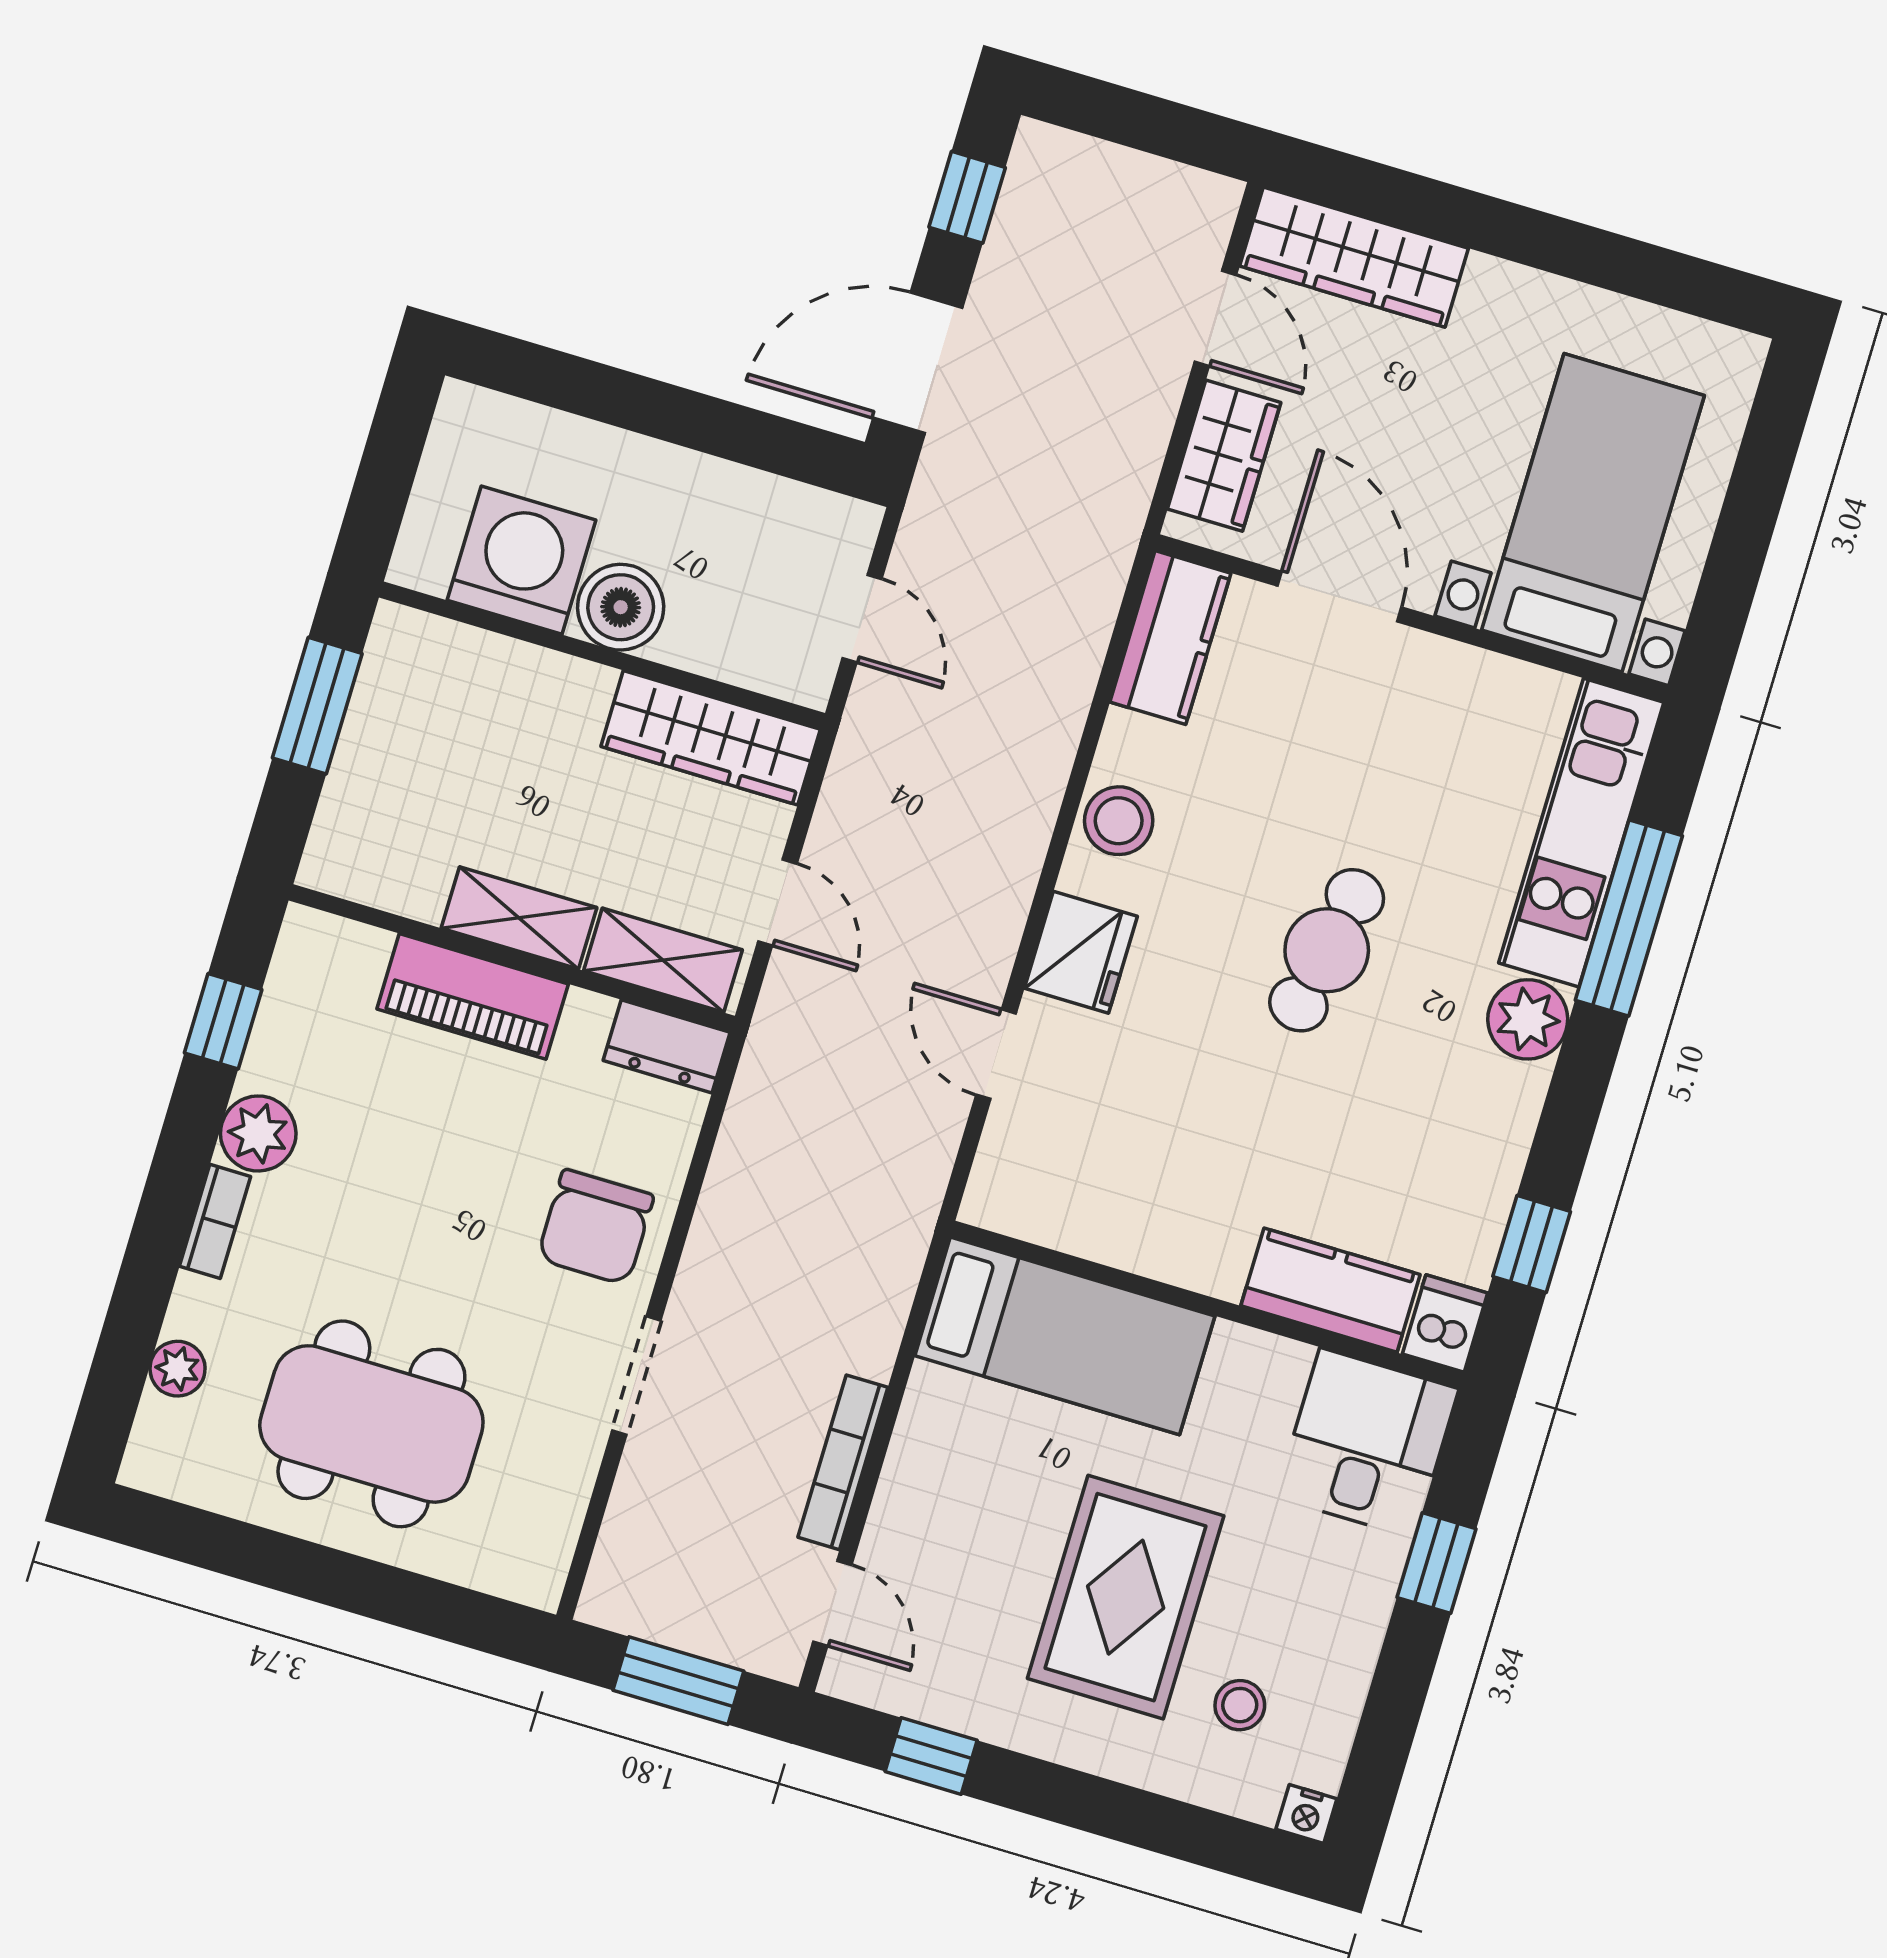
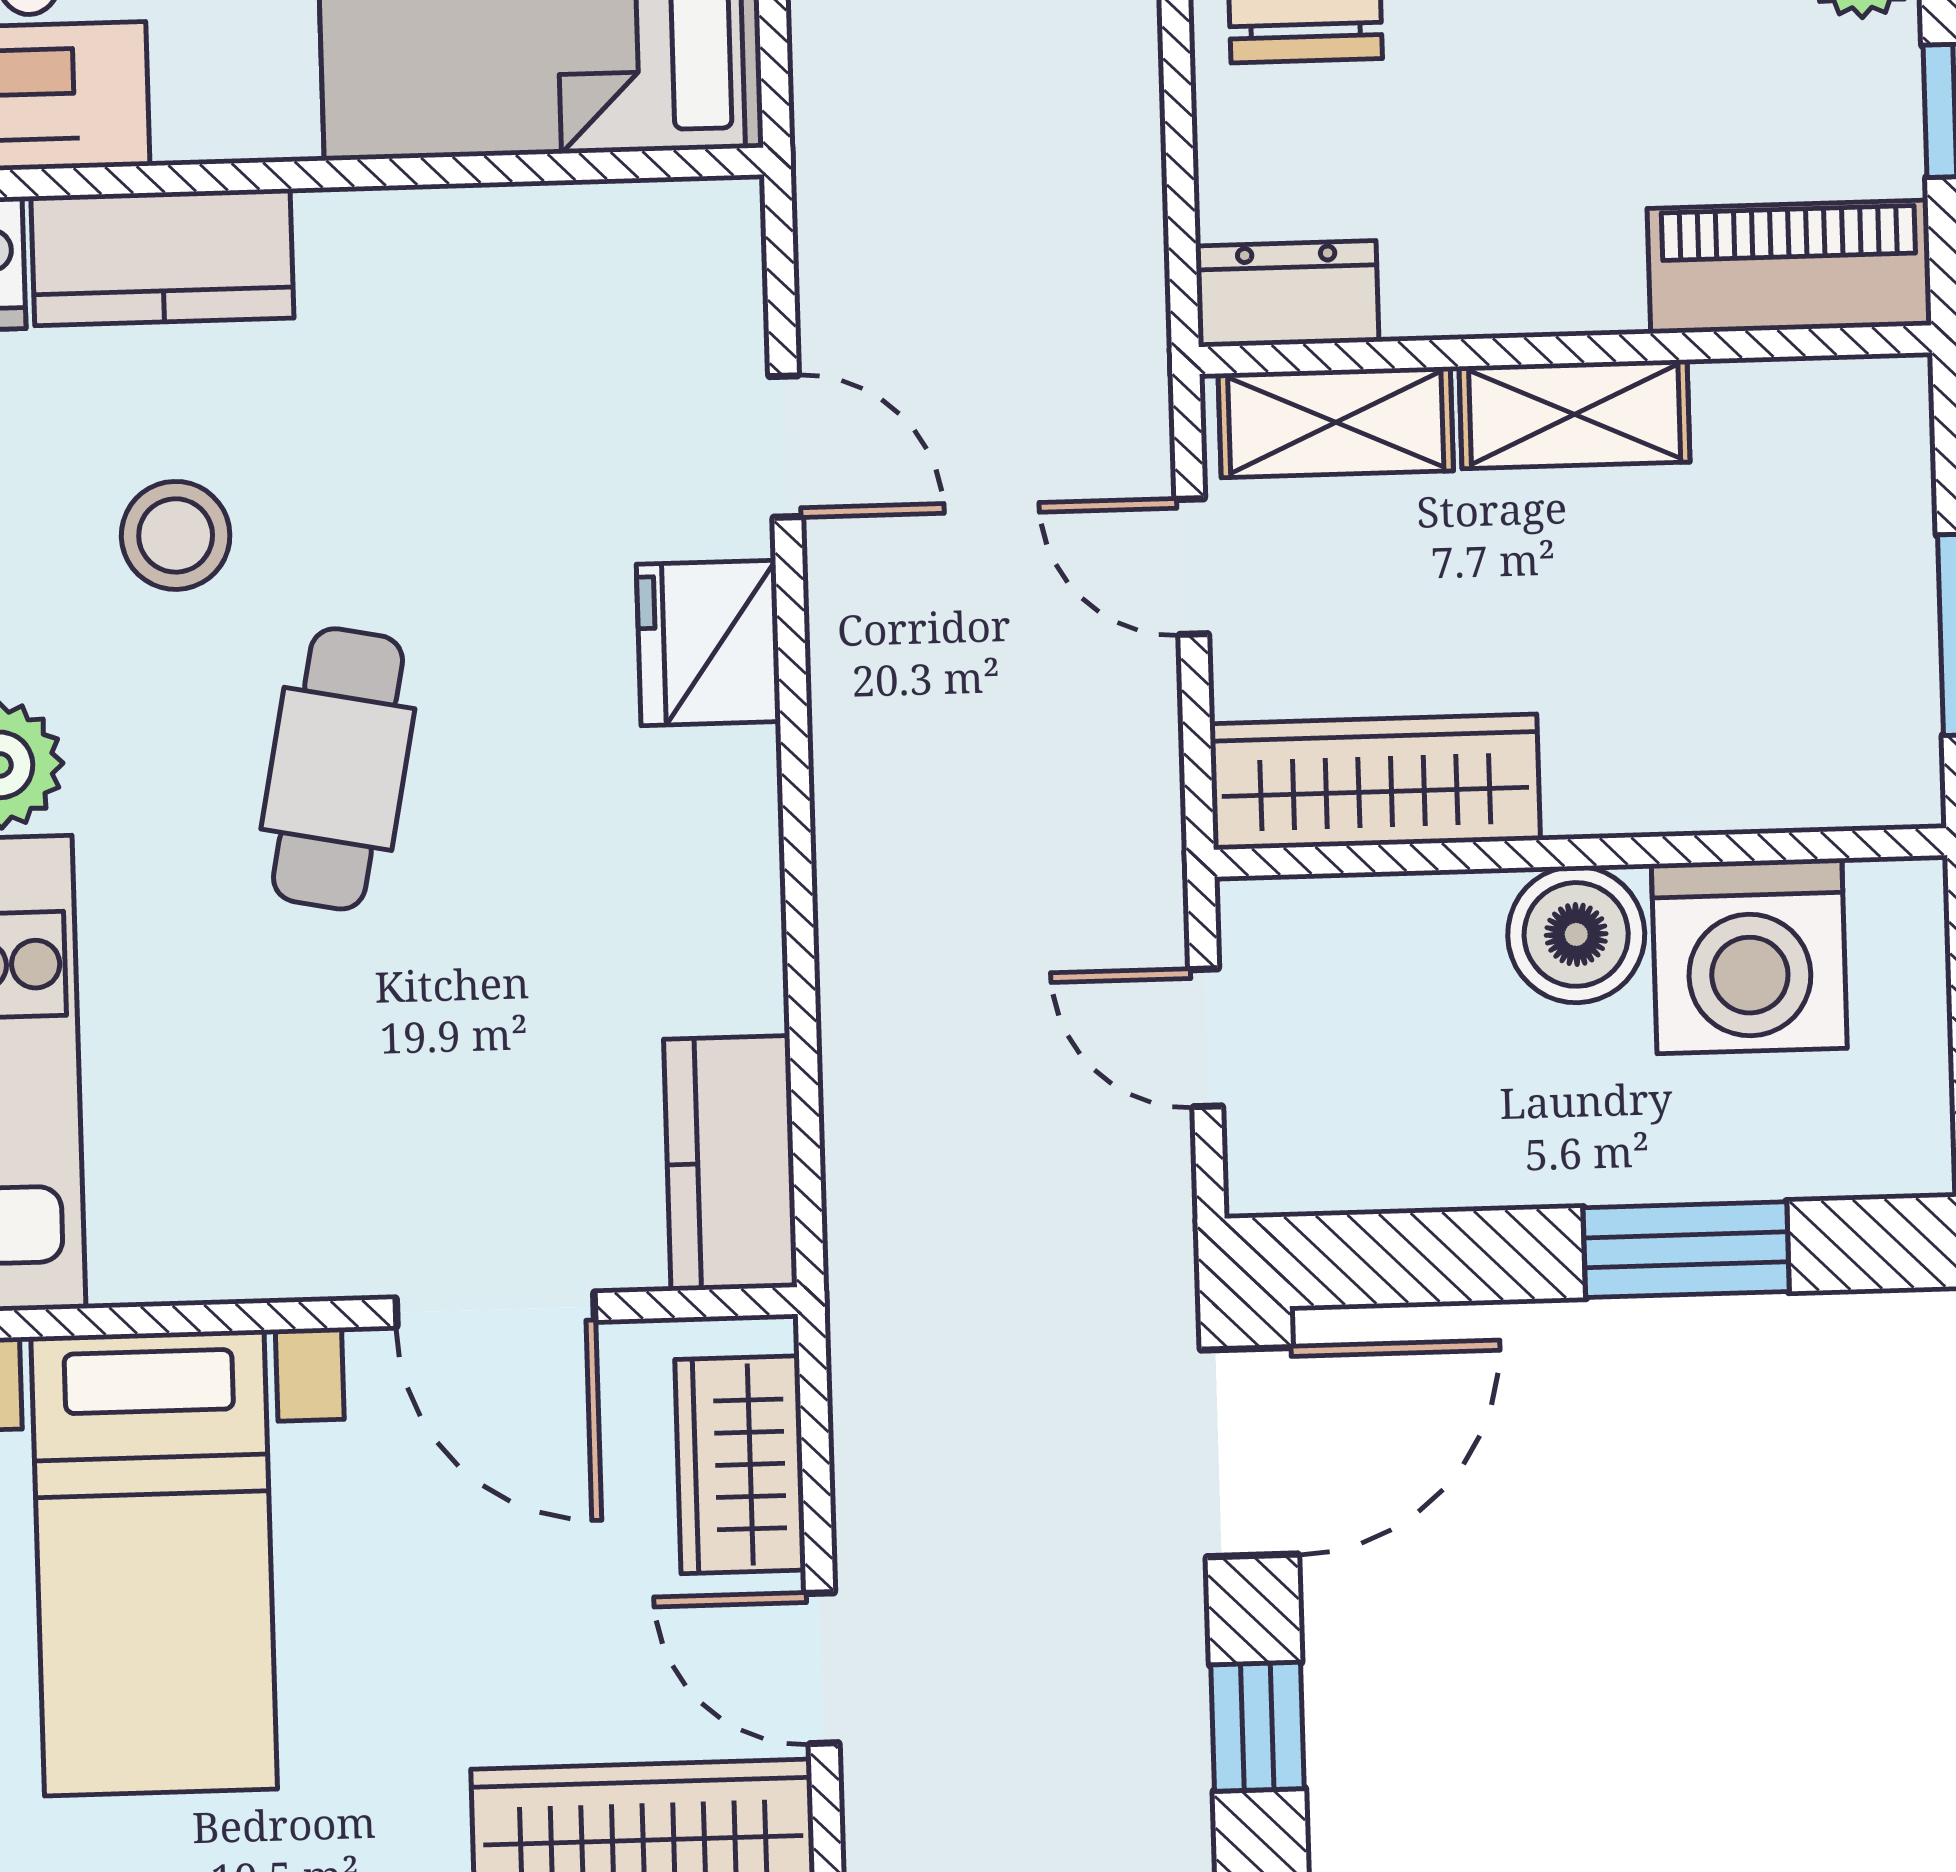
window: (617, 397) -> (1686, 1250), added
stool: (1119, 821) -> (176, 535), moved
piano: (473, 996) -> (1789, 267), moved

